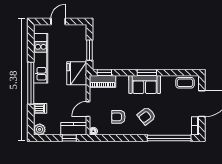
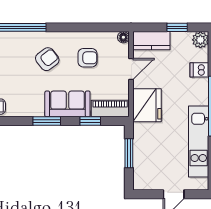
fridge: (77, 73) -> (147, 105), moved
window: (104, 73) -> (90, 121), moved
sofa: (145, 85) -> (67, 104), moved
window: (69, 138) -> (177, 27), moved

